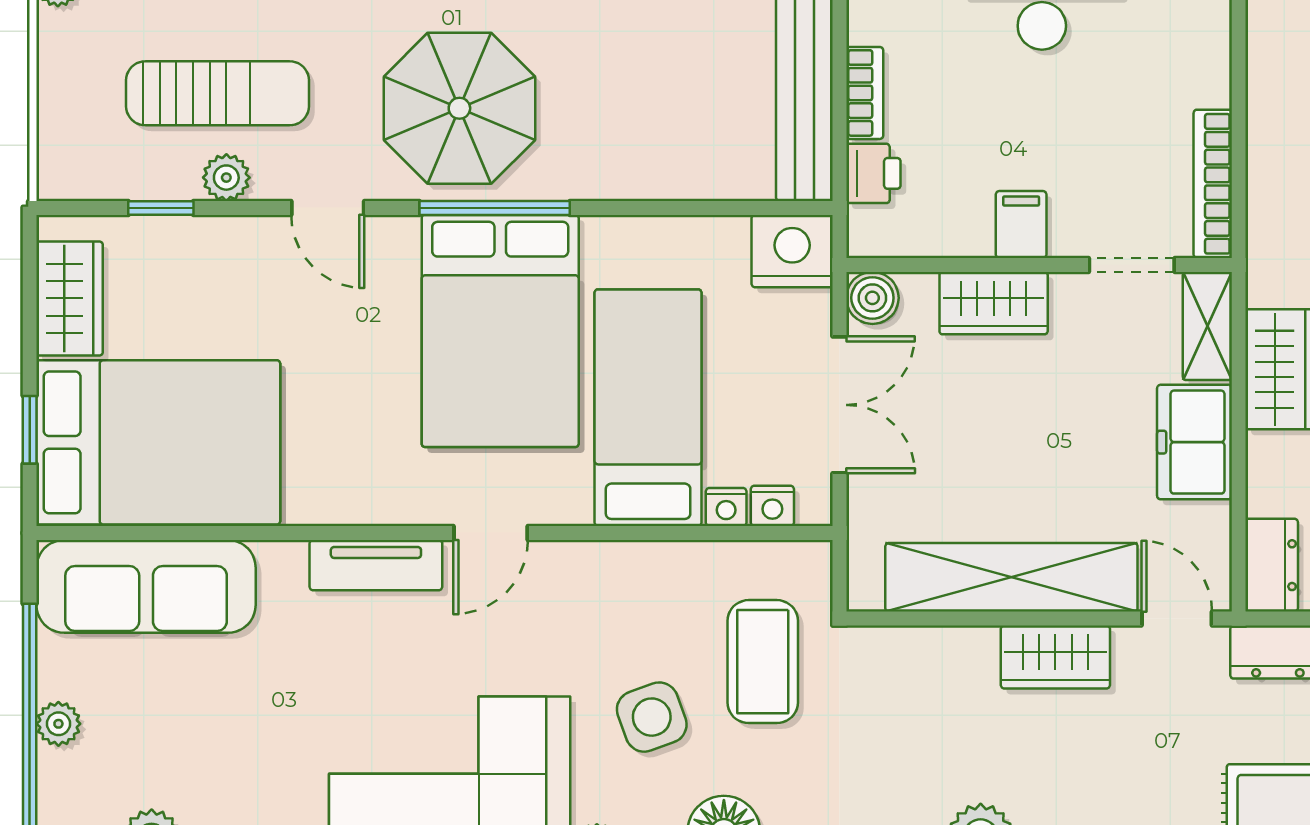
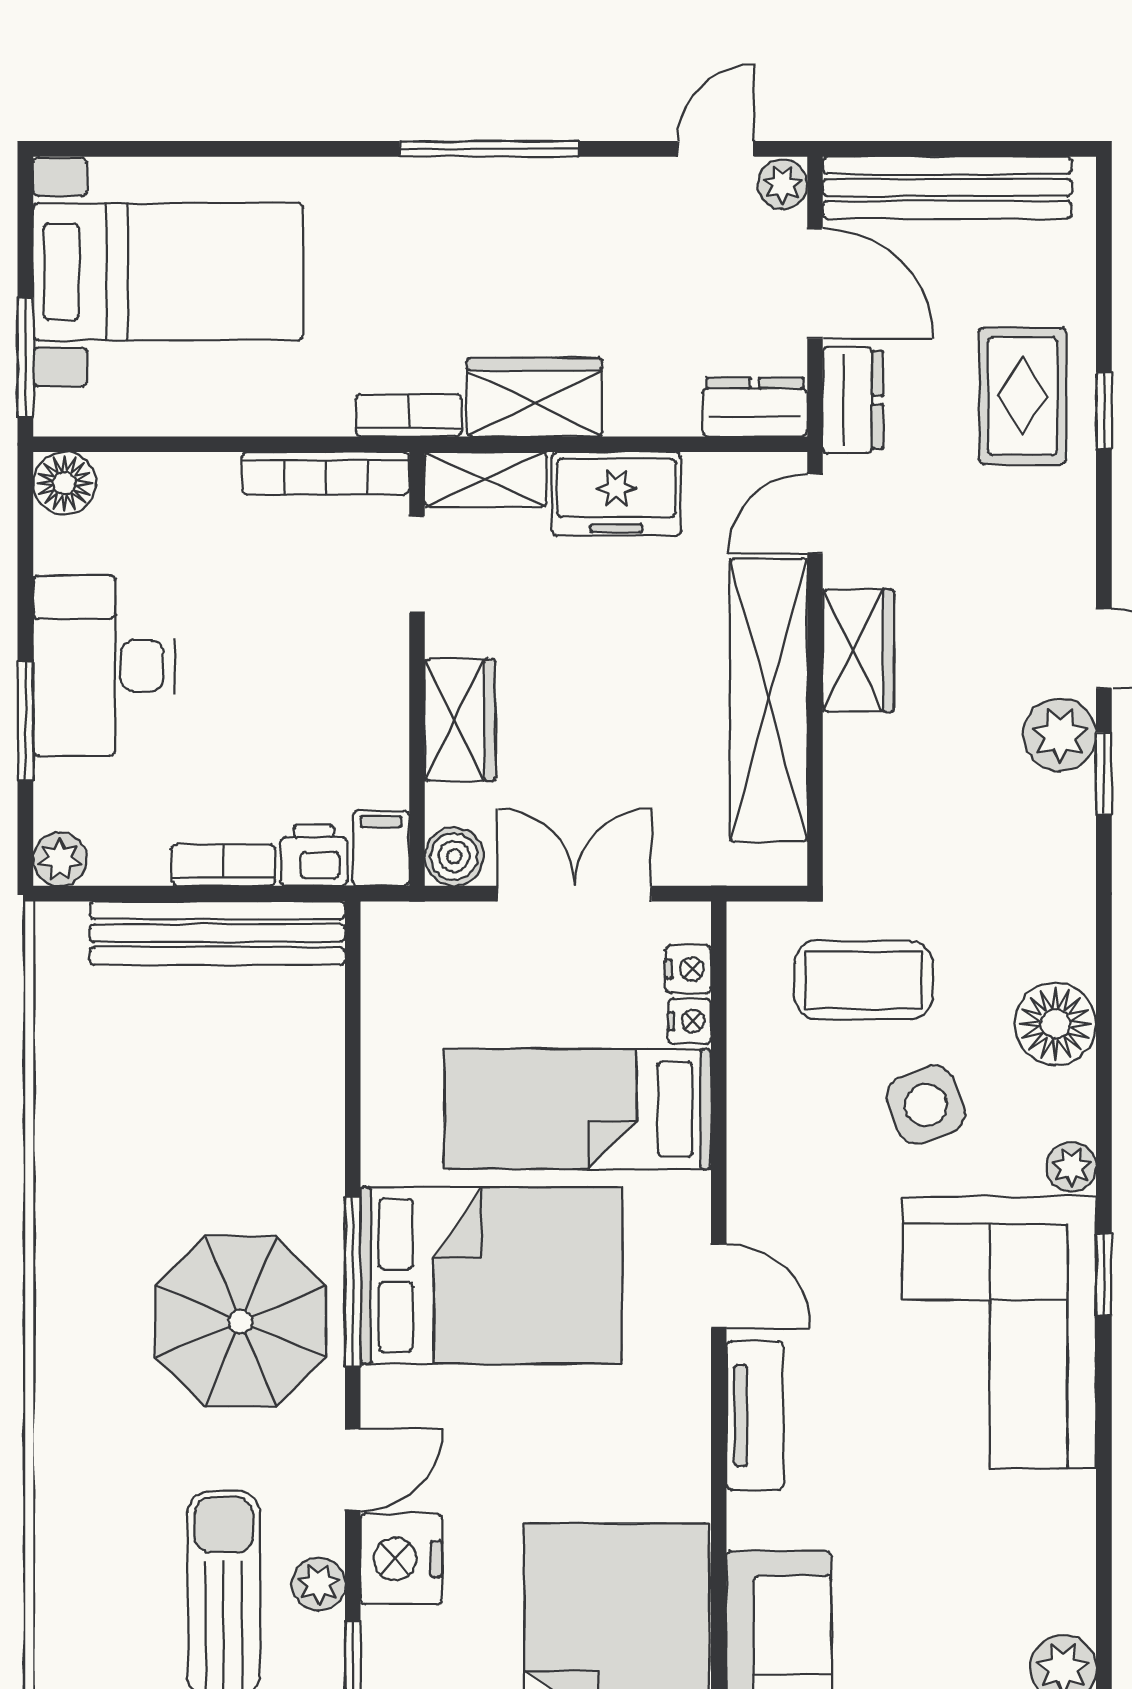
filing cabinet: (1021, 225) -> (381, 848), moved, turned 90
nightstand: (792, 251) -> (401, 1559), moved
bookcase: (1264, 258) -> (409, 415), added

